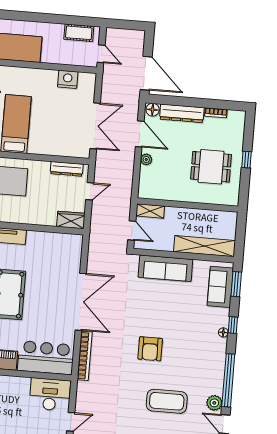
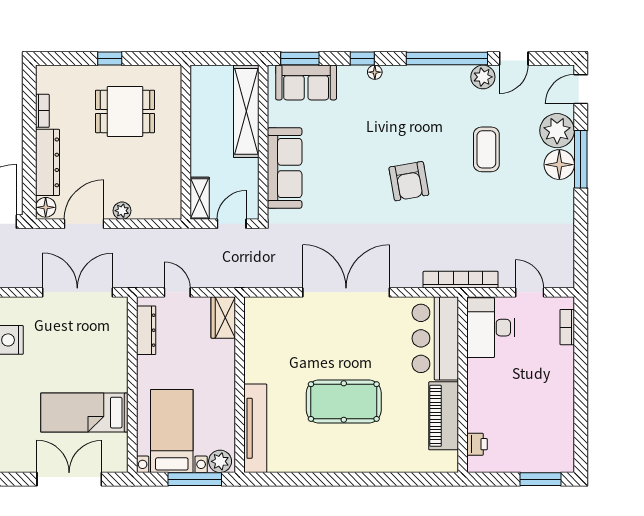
dining table: (211, 167) -> (125, 111), turned 90
armchair: (150, 349) -> (409, 181), turned 80
bookcase: (85, 356) -> (461, 280), moved
coffee table: (167, 401) -> (486, 149), width x0.73, depth x0.76

